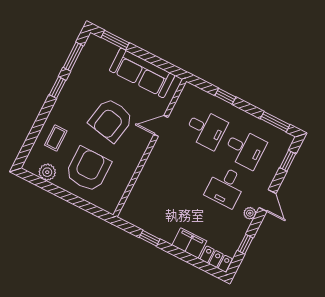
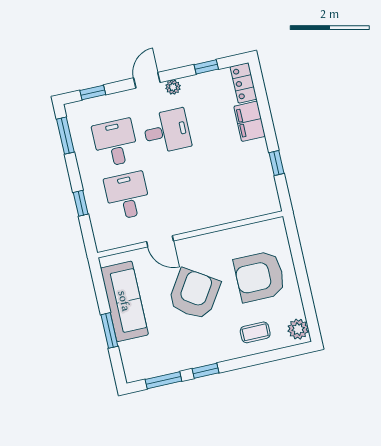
window: (115, 40) -> (109, 330), moved
armchair: (111, 120) -> (194, 294), turned -68
plant: (47, 172) -> (298, 329), moved

